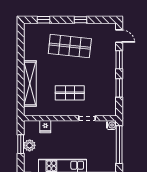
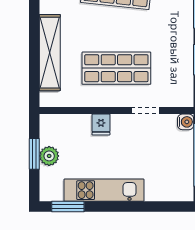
shop shelf: (70, 93) -> (116, 68), width x1.43, depth x1.36
fridge: (45, 127) -> (101, 125), moved

